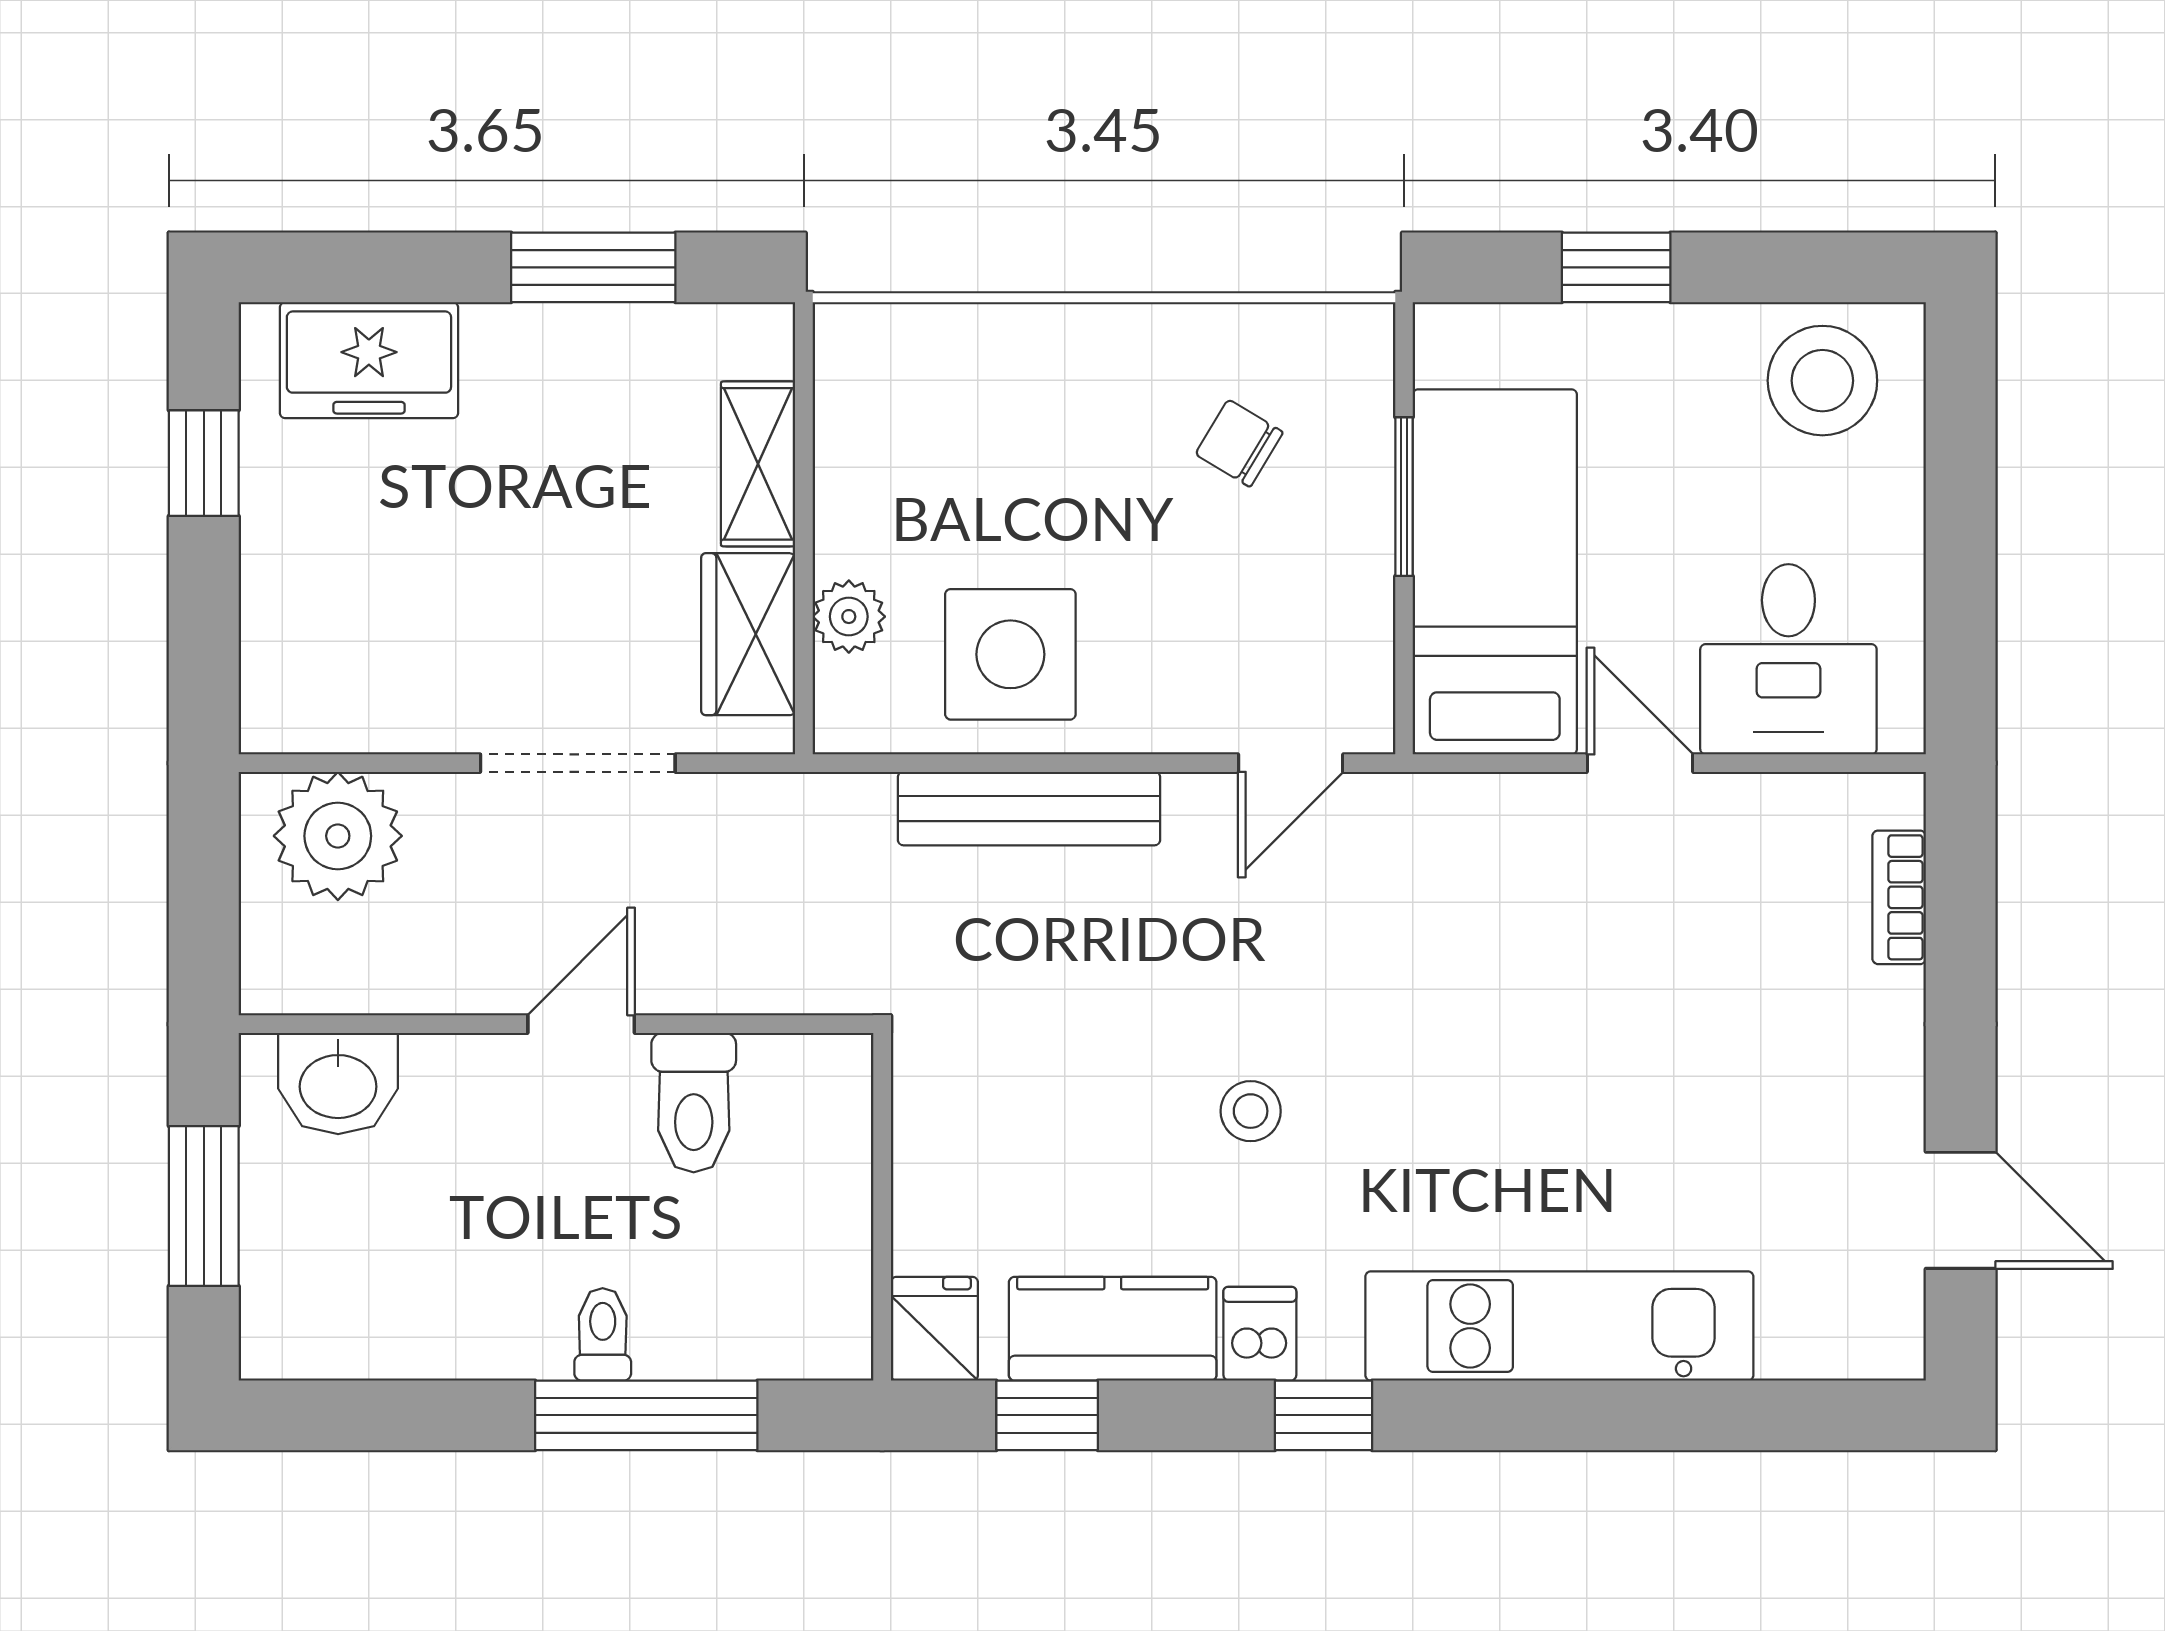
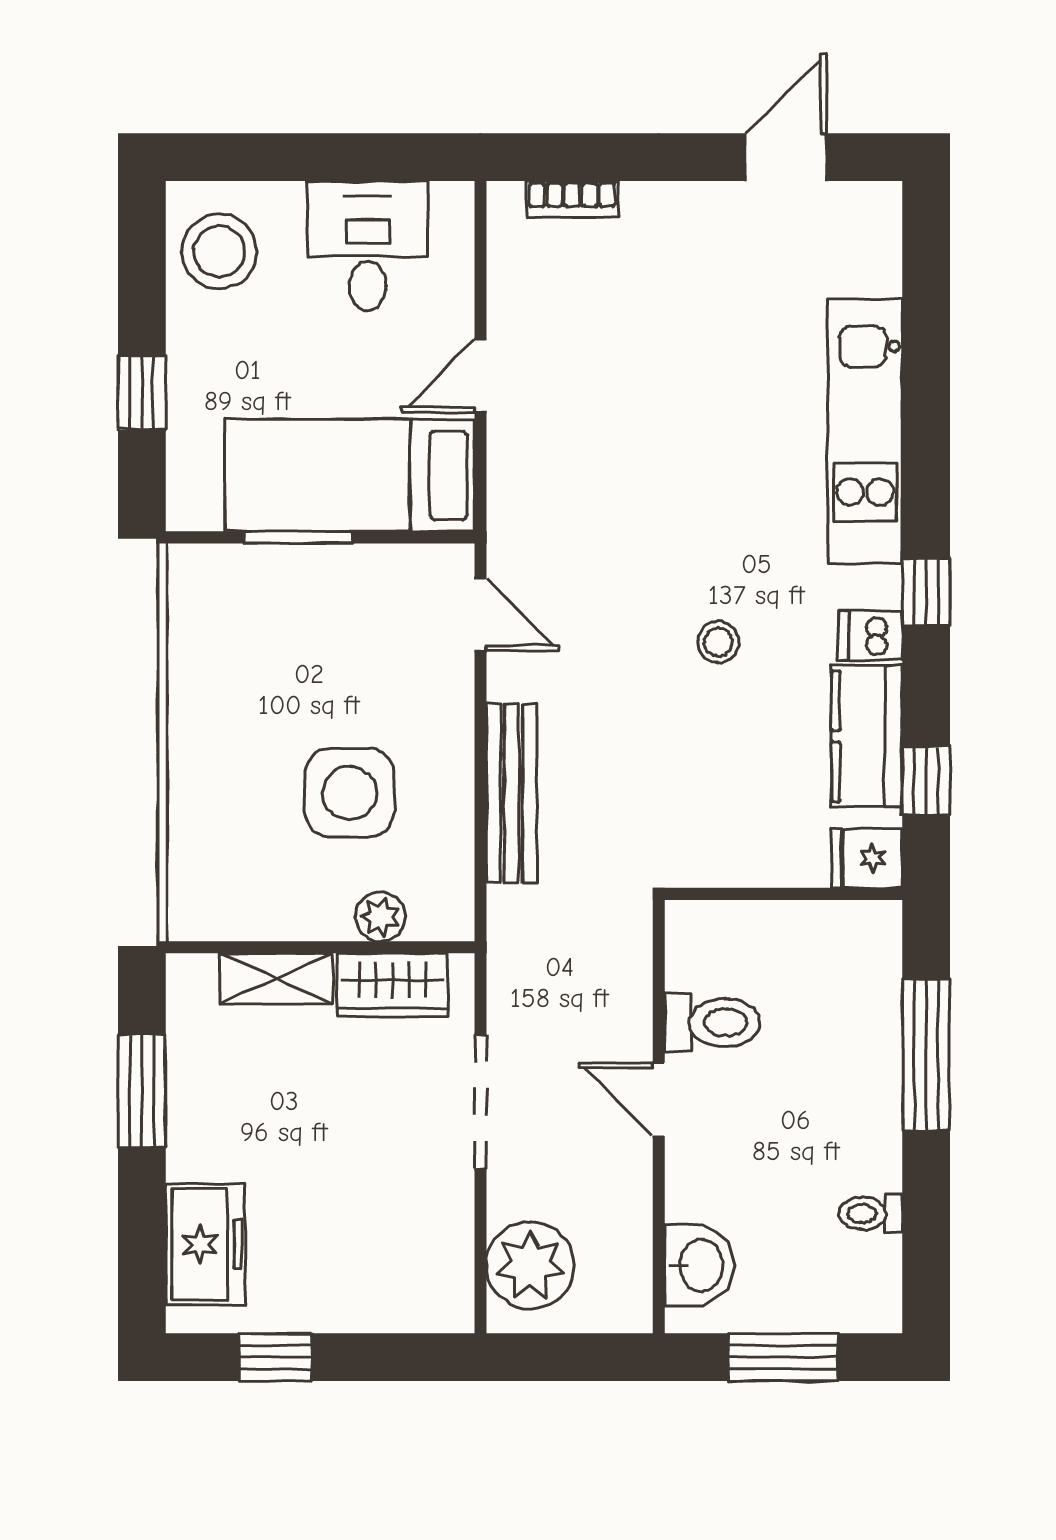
chair: (1239, 443) -> (262, 650), removed
side table: (1010, 654) -> (349, 793), moved
desk: (1788, 659) -> (368, 246), moved, turned -90
toilet: (603, 1334) -> (871, 1213), moved

